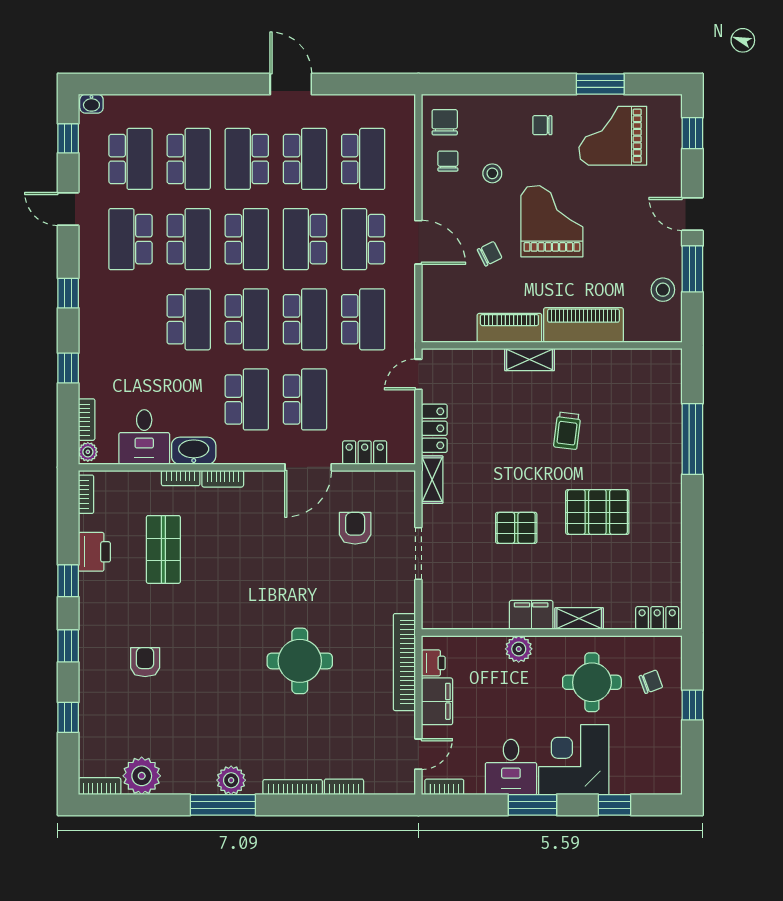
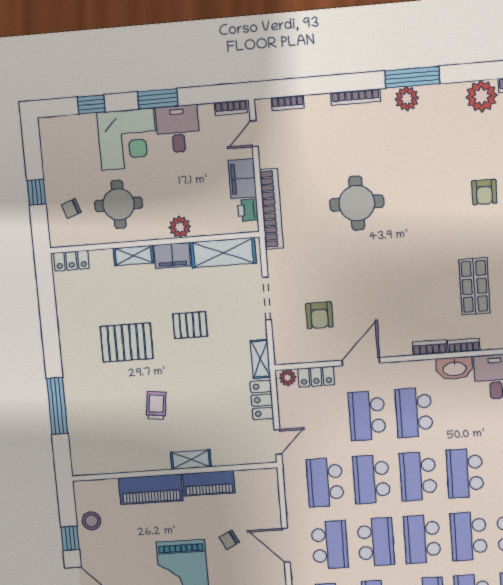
window: (692, 269) -> (70, 538), width x0.67
plant: (400, 454) -> (288, 378), added
shelving: (468, 614) -> (223, 253), added
bookcase: (344, 787) -> (288, 103), moved

